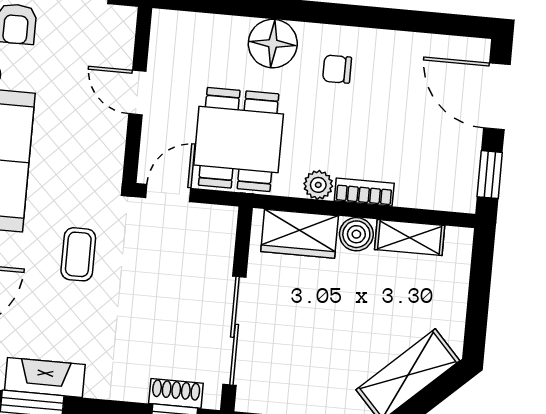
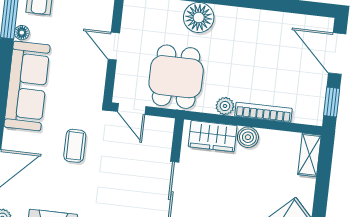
chair: (337, 69) -> (238, 34), removed
bookcase: (364, 192) -> (263, 112), width x1.56
door: (168, 193) -> (132, 109), swing flipped
shelving: (410, 238) -> (309, 155), moved, turned 90

